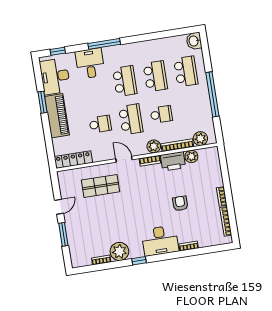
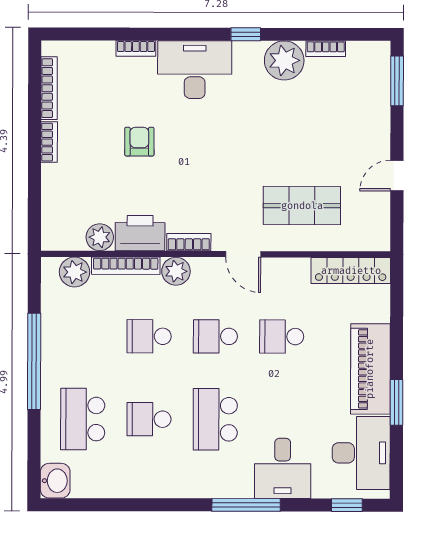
school desk: (155, 76) -> (149, 419), width x0.54
school desk: (131, 119) -> (215, 336), width x0.54
armchair: (180, 203) -> (139, 142), turned 180
window: (63, 234) -> (397, 81), moved

